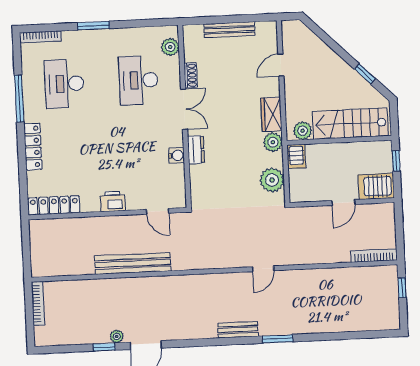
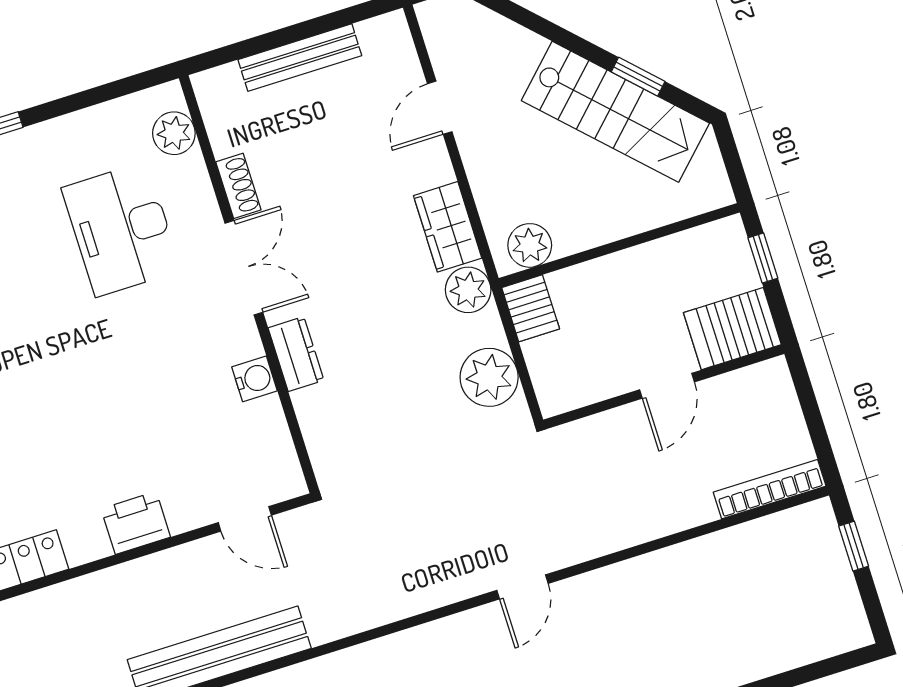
stairs: (350, 124) -> (615, 112), moved, turned -135

